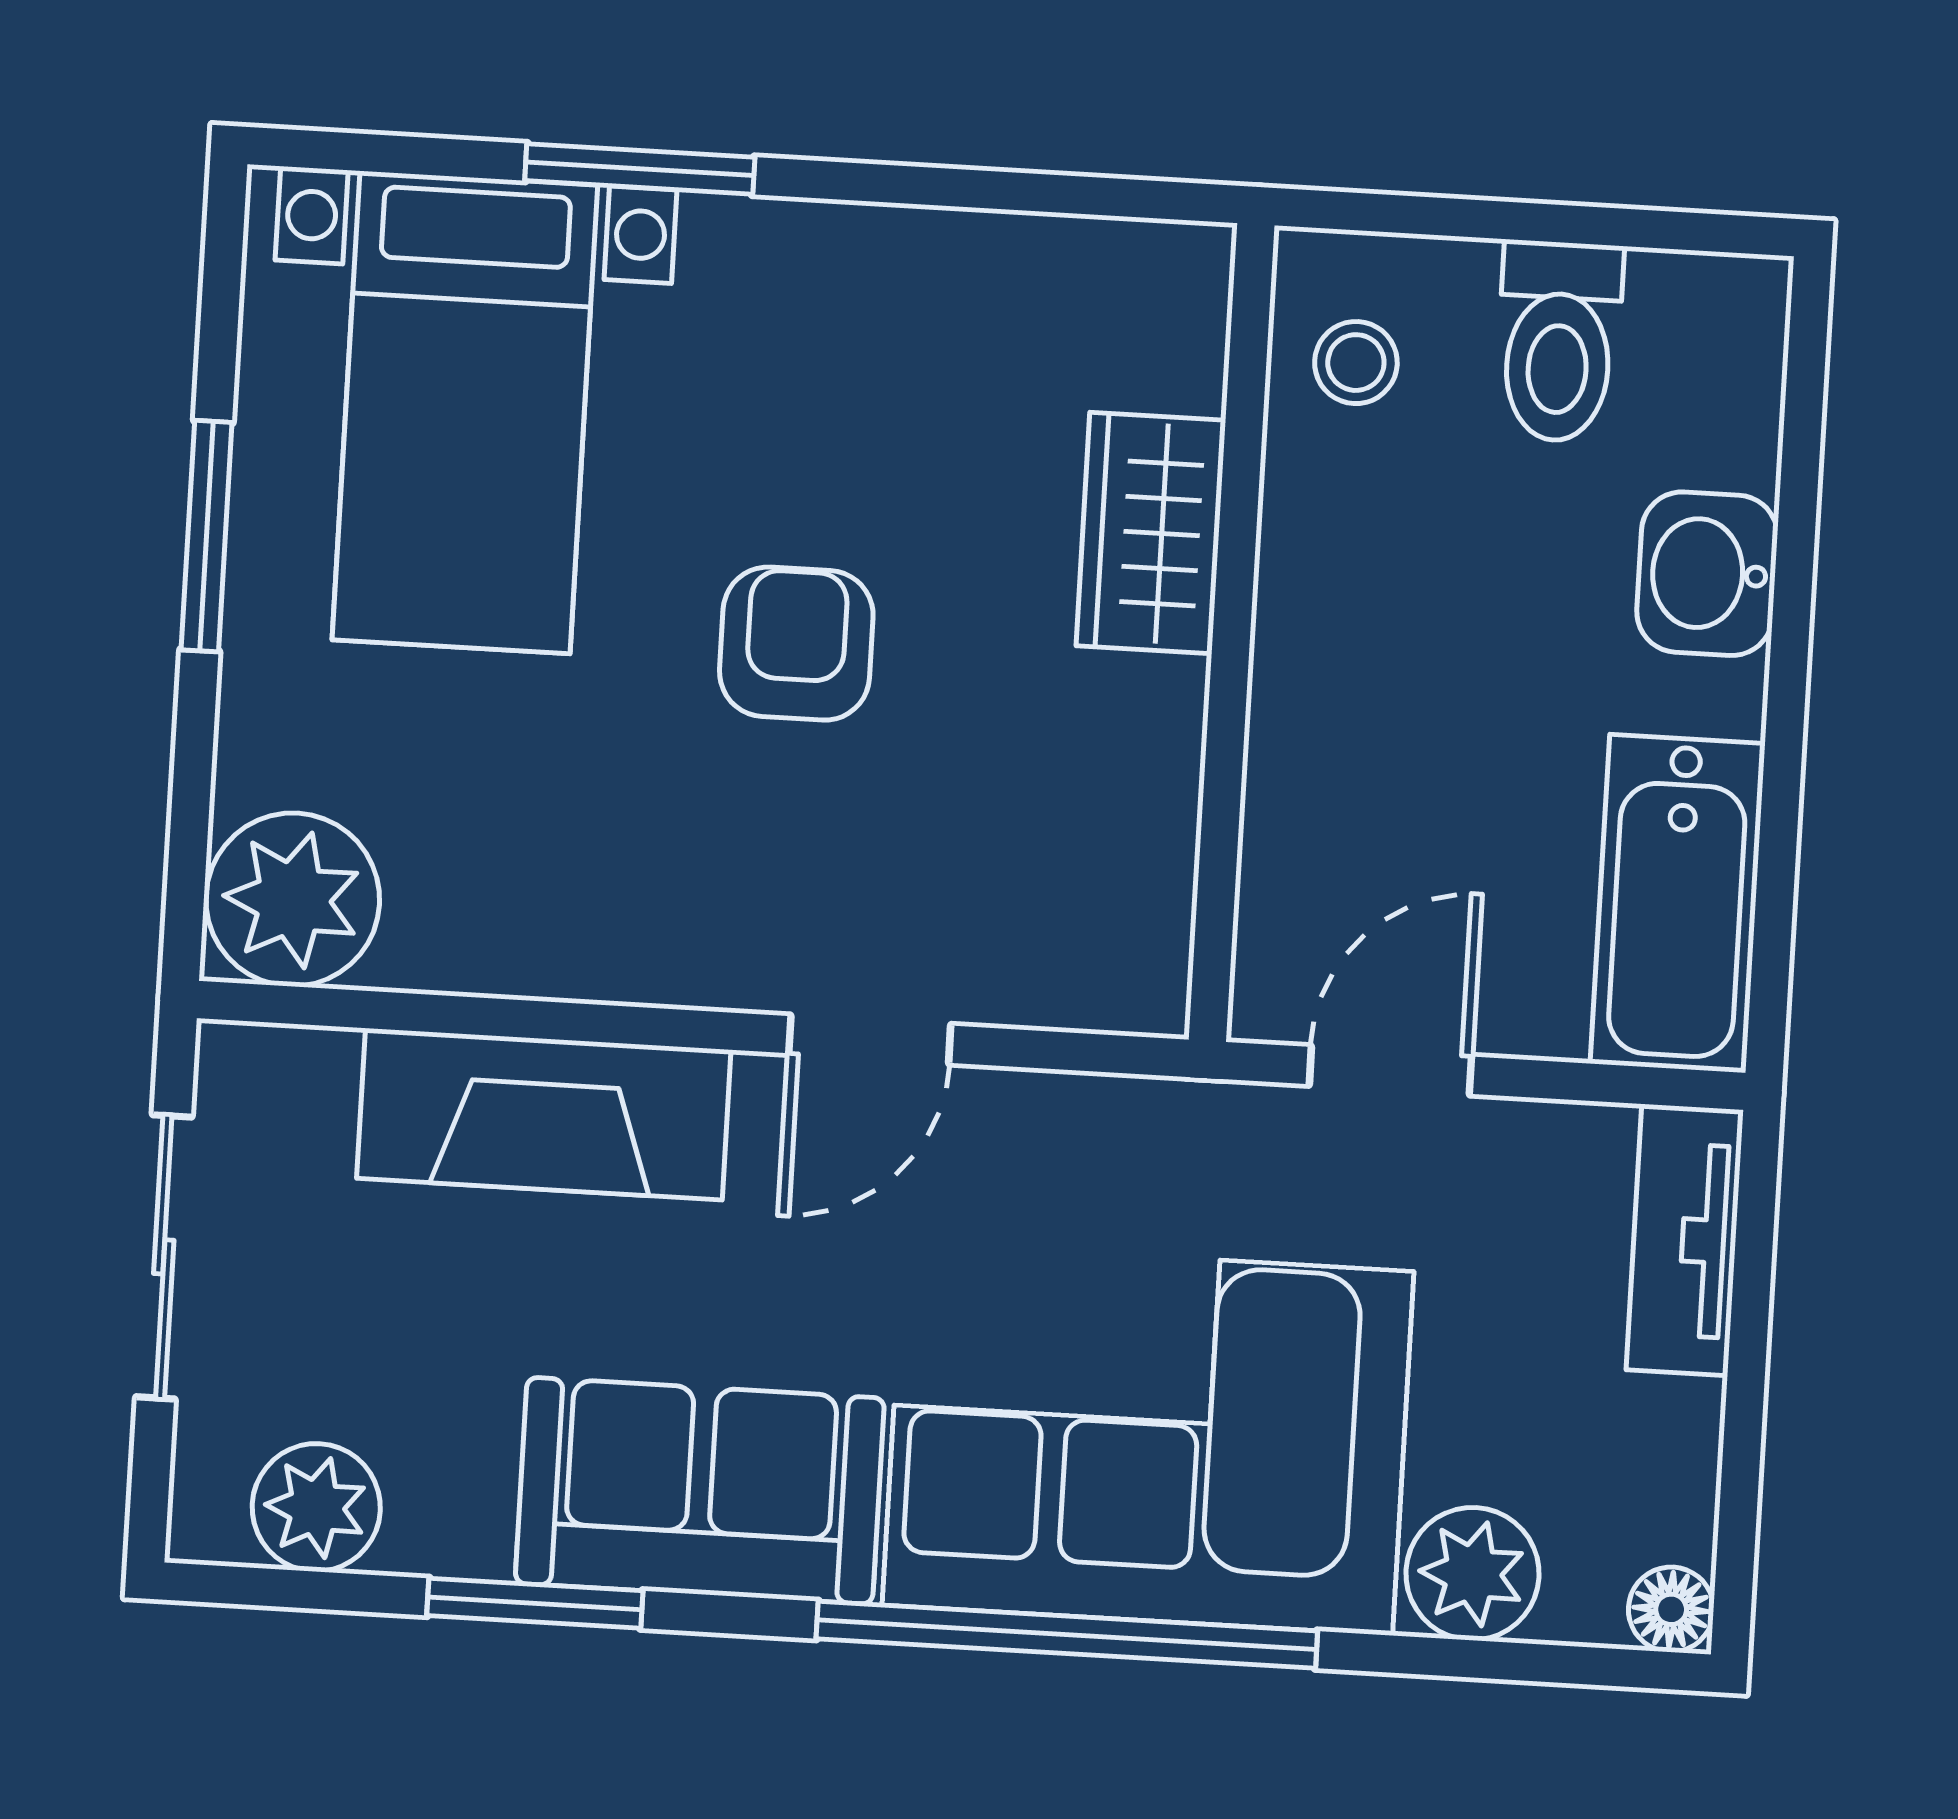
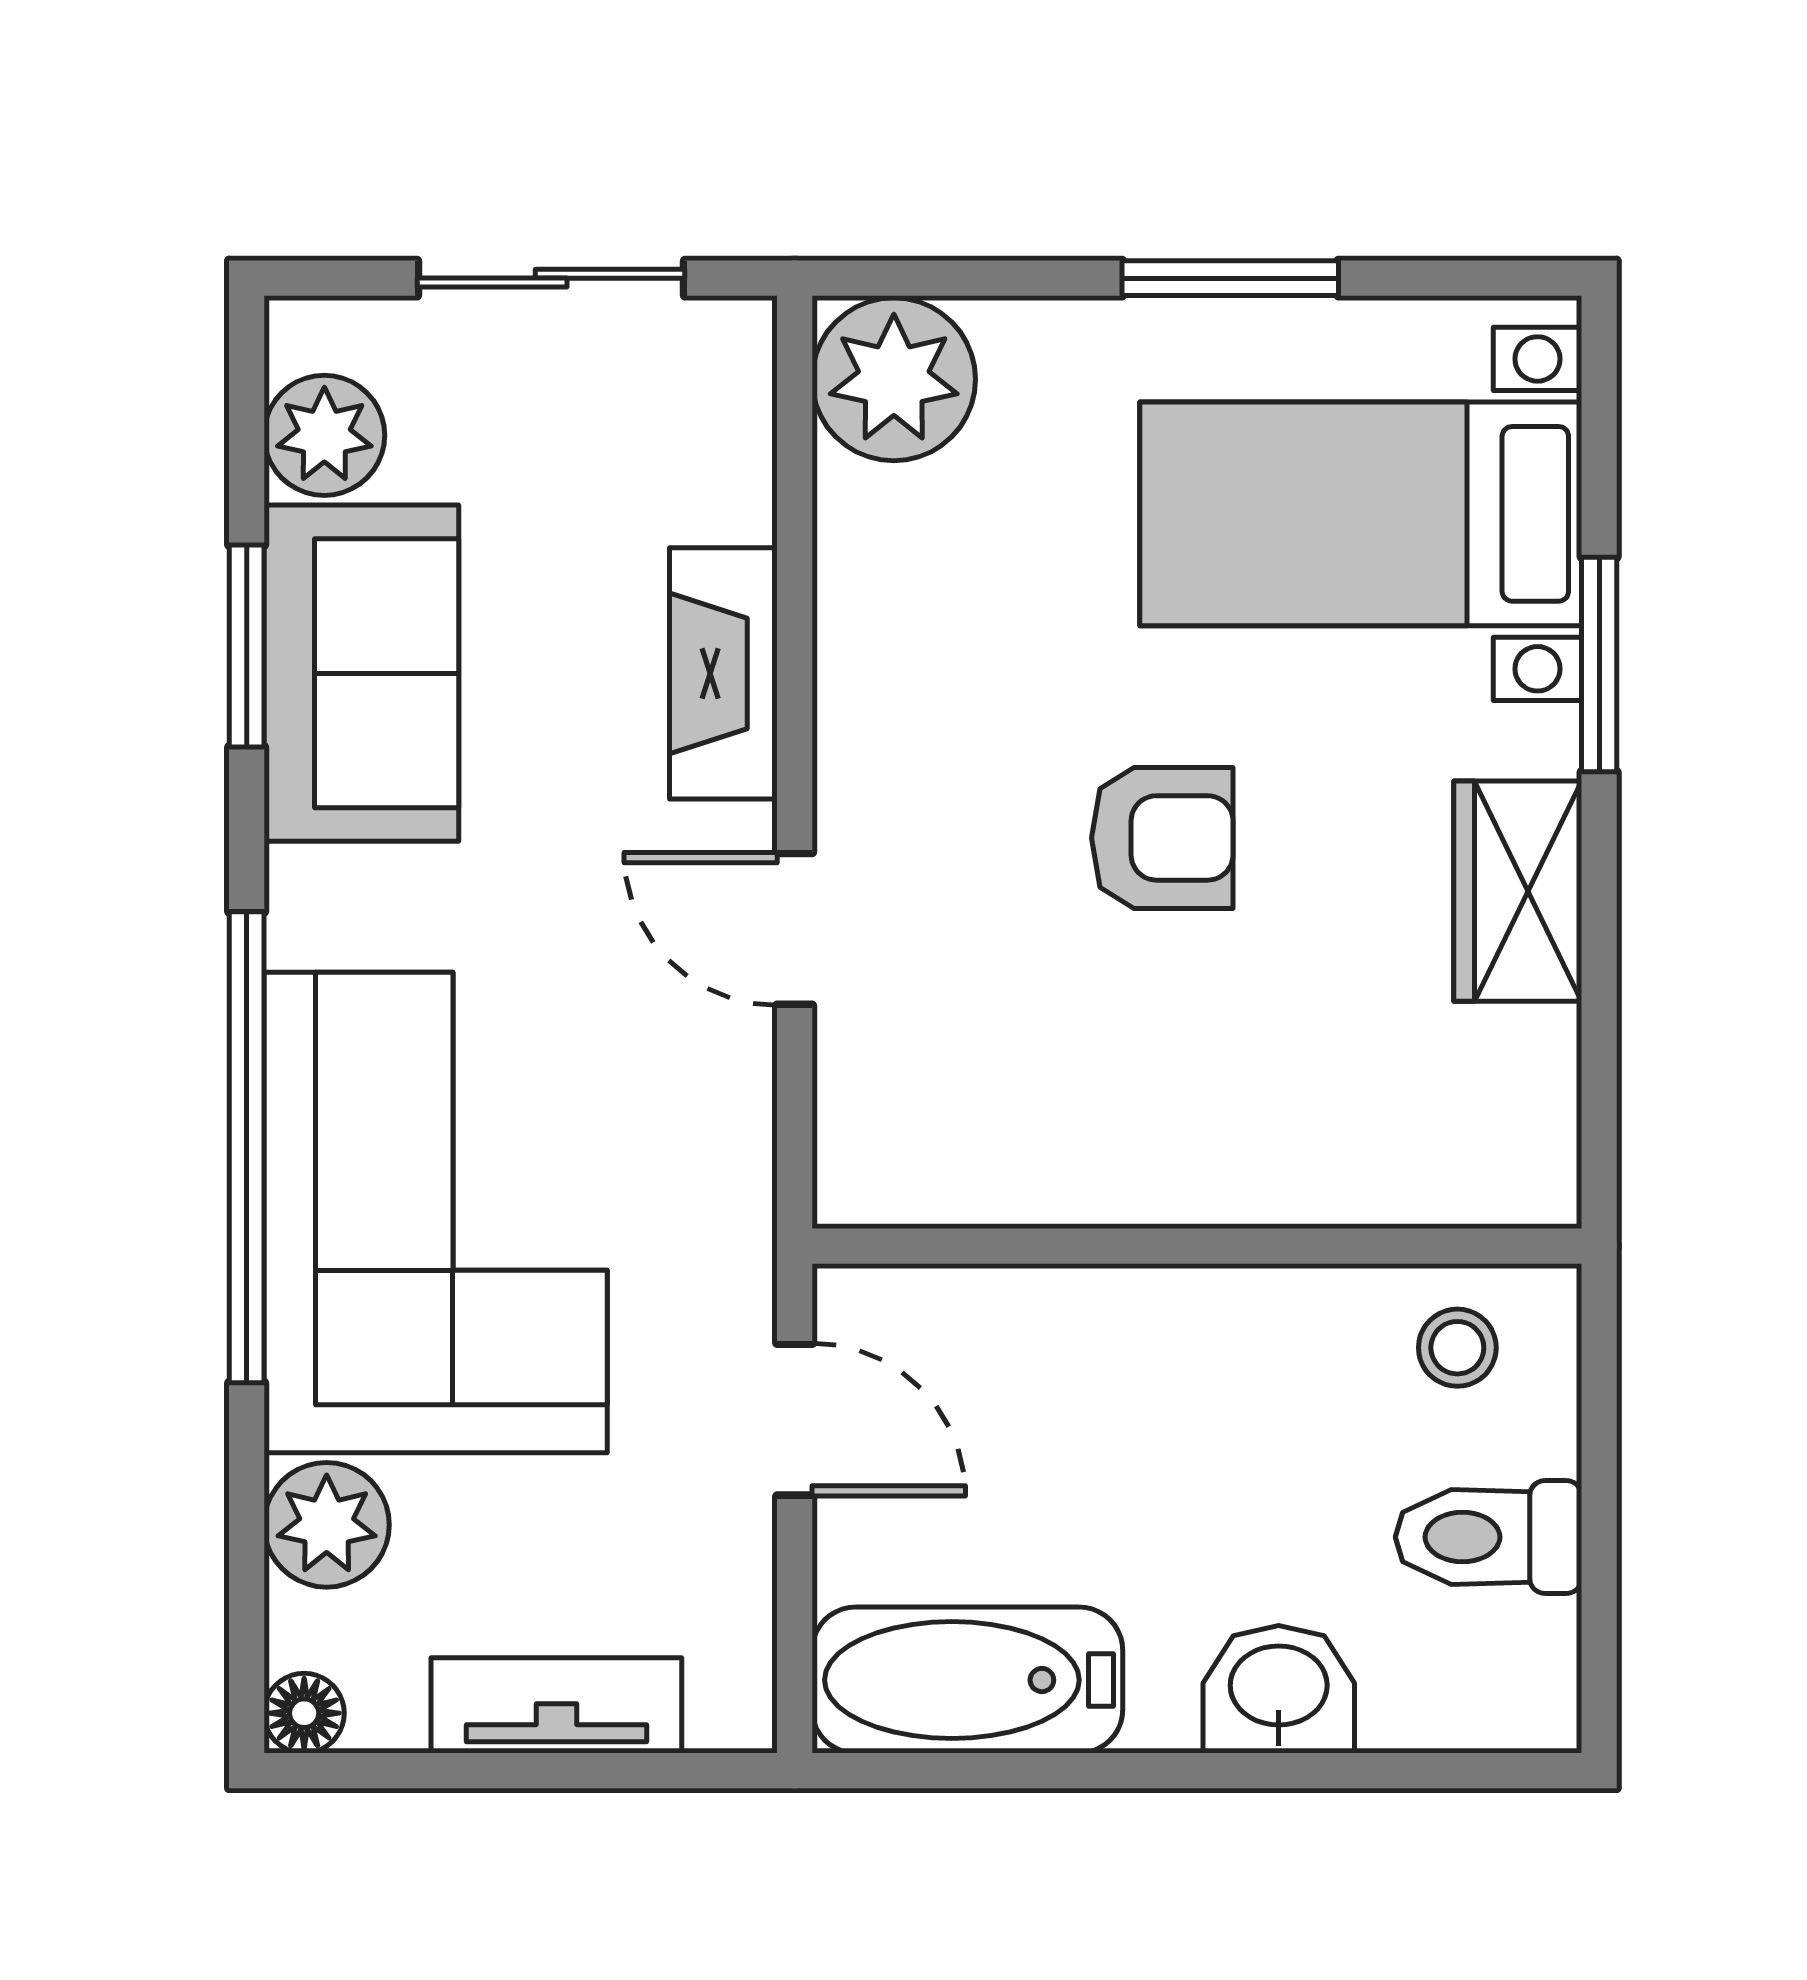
wardrobe: (1151, 533) -> (1518, 891), moved, turned -90
fireplace: (544, 1114) -> (723, 673), width x0.73, depth x0.76
tv unit: (1685, 1240) -> (556, 1705), moved
sofa: (700, 1491) -> (361, 673), moved

